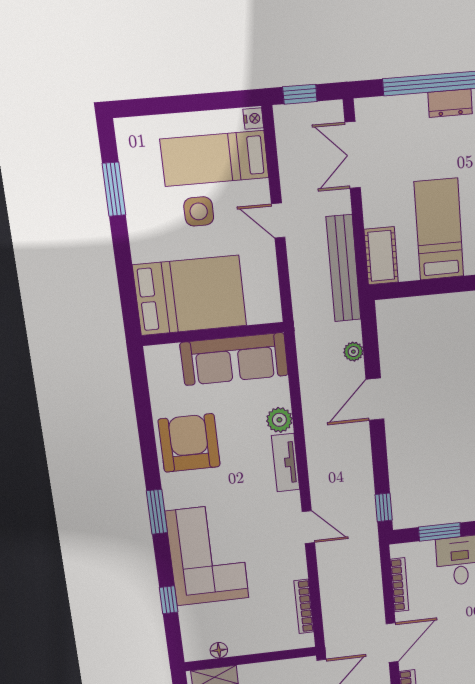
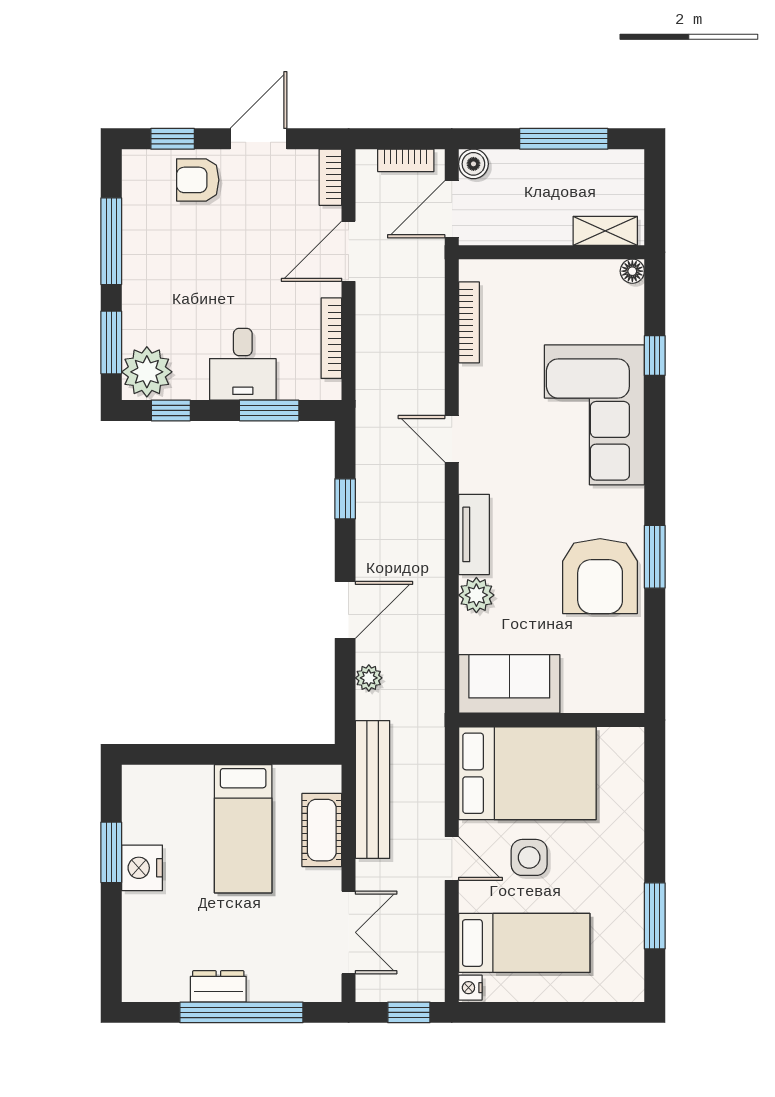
side table: (199, 211) -> (529, 857), moved
cot: (381, 256) -> (322, 830), moved
bed: (190, 295) -> (527, 773), moved, turned 180
sofa: (234, 359) -> (509, 684), width x0.73
window: (384, 507) -> (345, 499), moved
window: (157, 512) -> (655, 557), moved
floor lamp: (219, 650) -> (632, 271), moved

